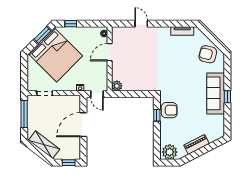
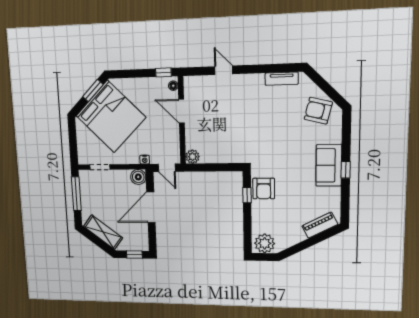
window: (71, 24) -> (163, 72), moved
door: (110, 52) -> (181, 111), hinge flipped
sofa: (216, 93) -> (329, 165), width x0.73
boiler: (75, 101) -> (138, 177), added
armchair: (169, 110) -> (264, 189), turned 90
piano: (197, 144) -> (320, 225), moved

